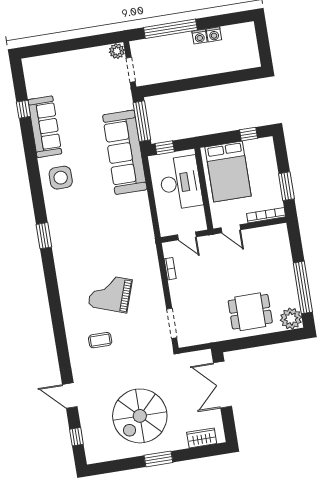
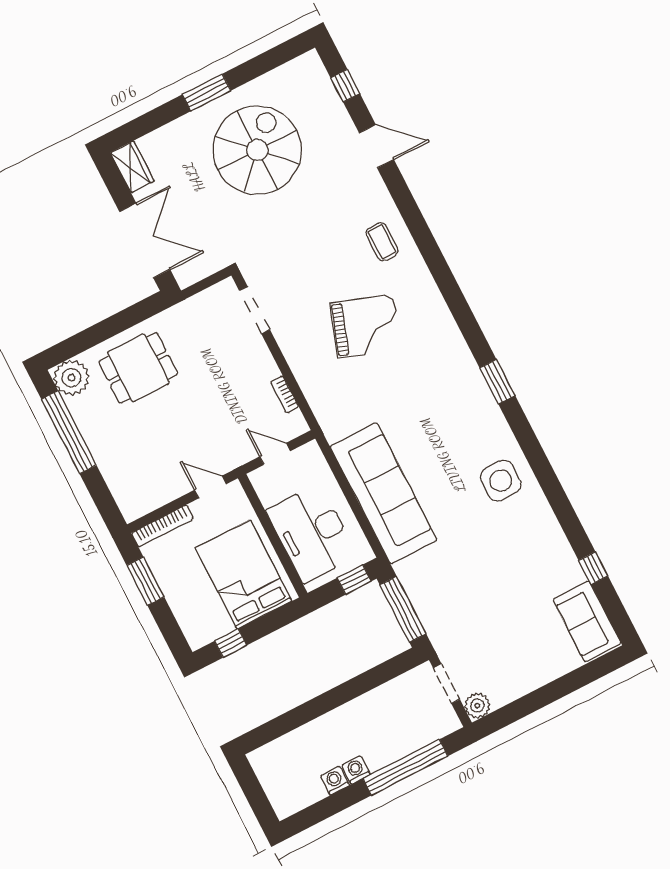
sofa: (45, 127) -> (587, 621), moved, width x0.73
sofa: (125, 152) -> (384, 493), moved
coffee table: (100, 340) -> (382, 242), moved, turned 90
wardrobe: (202, 438) -> (132, 167), moved, turned -90

